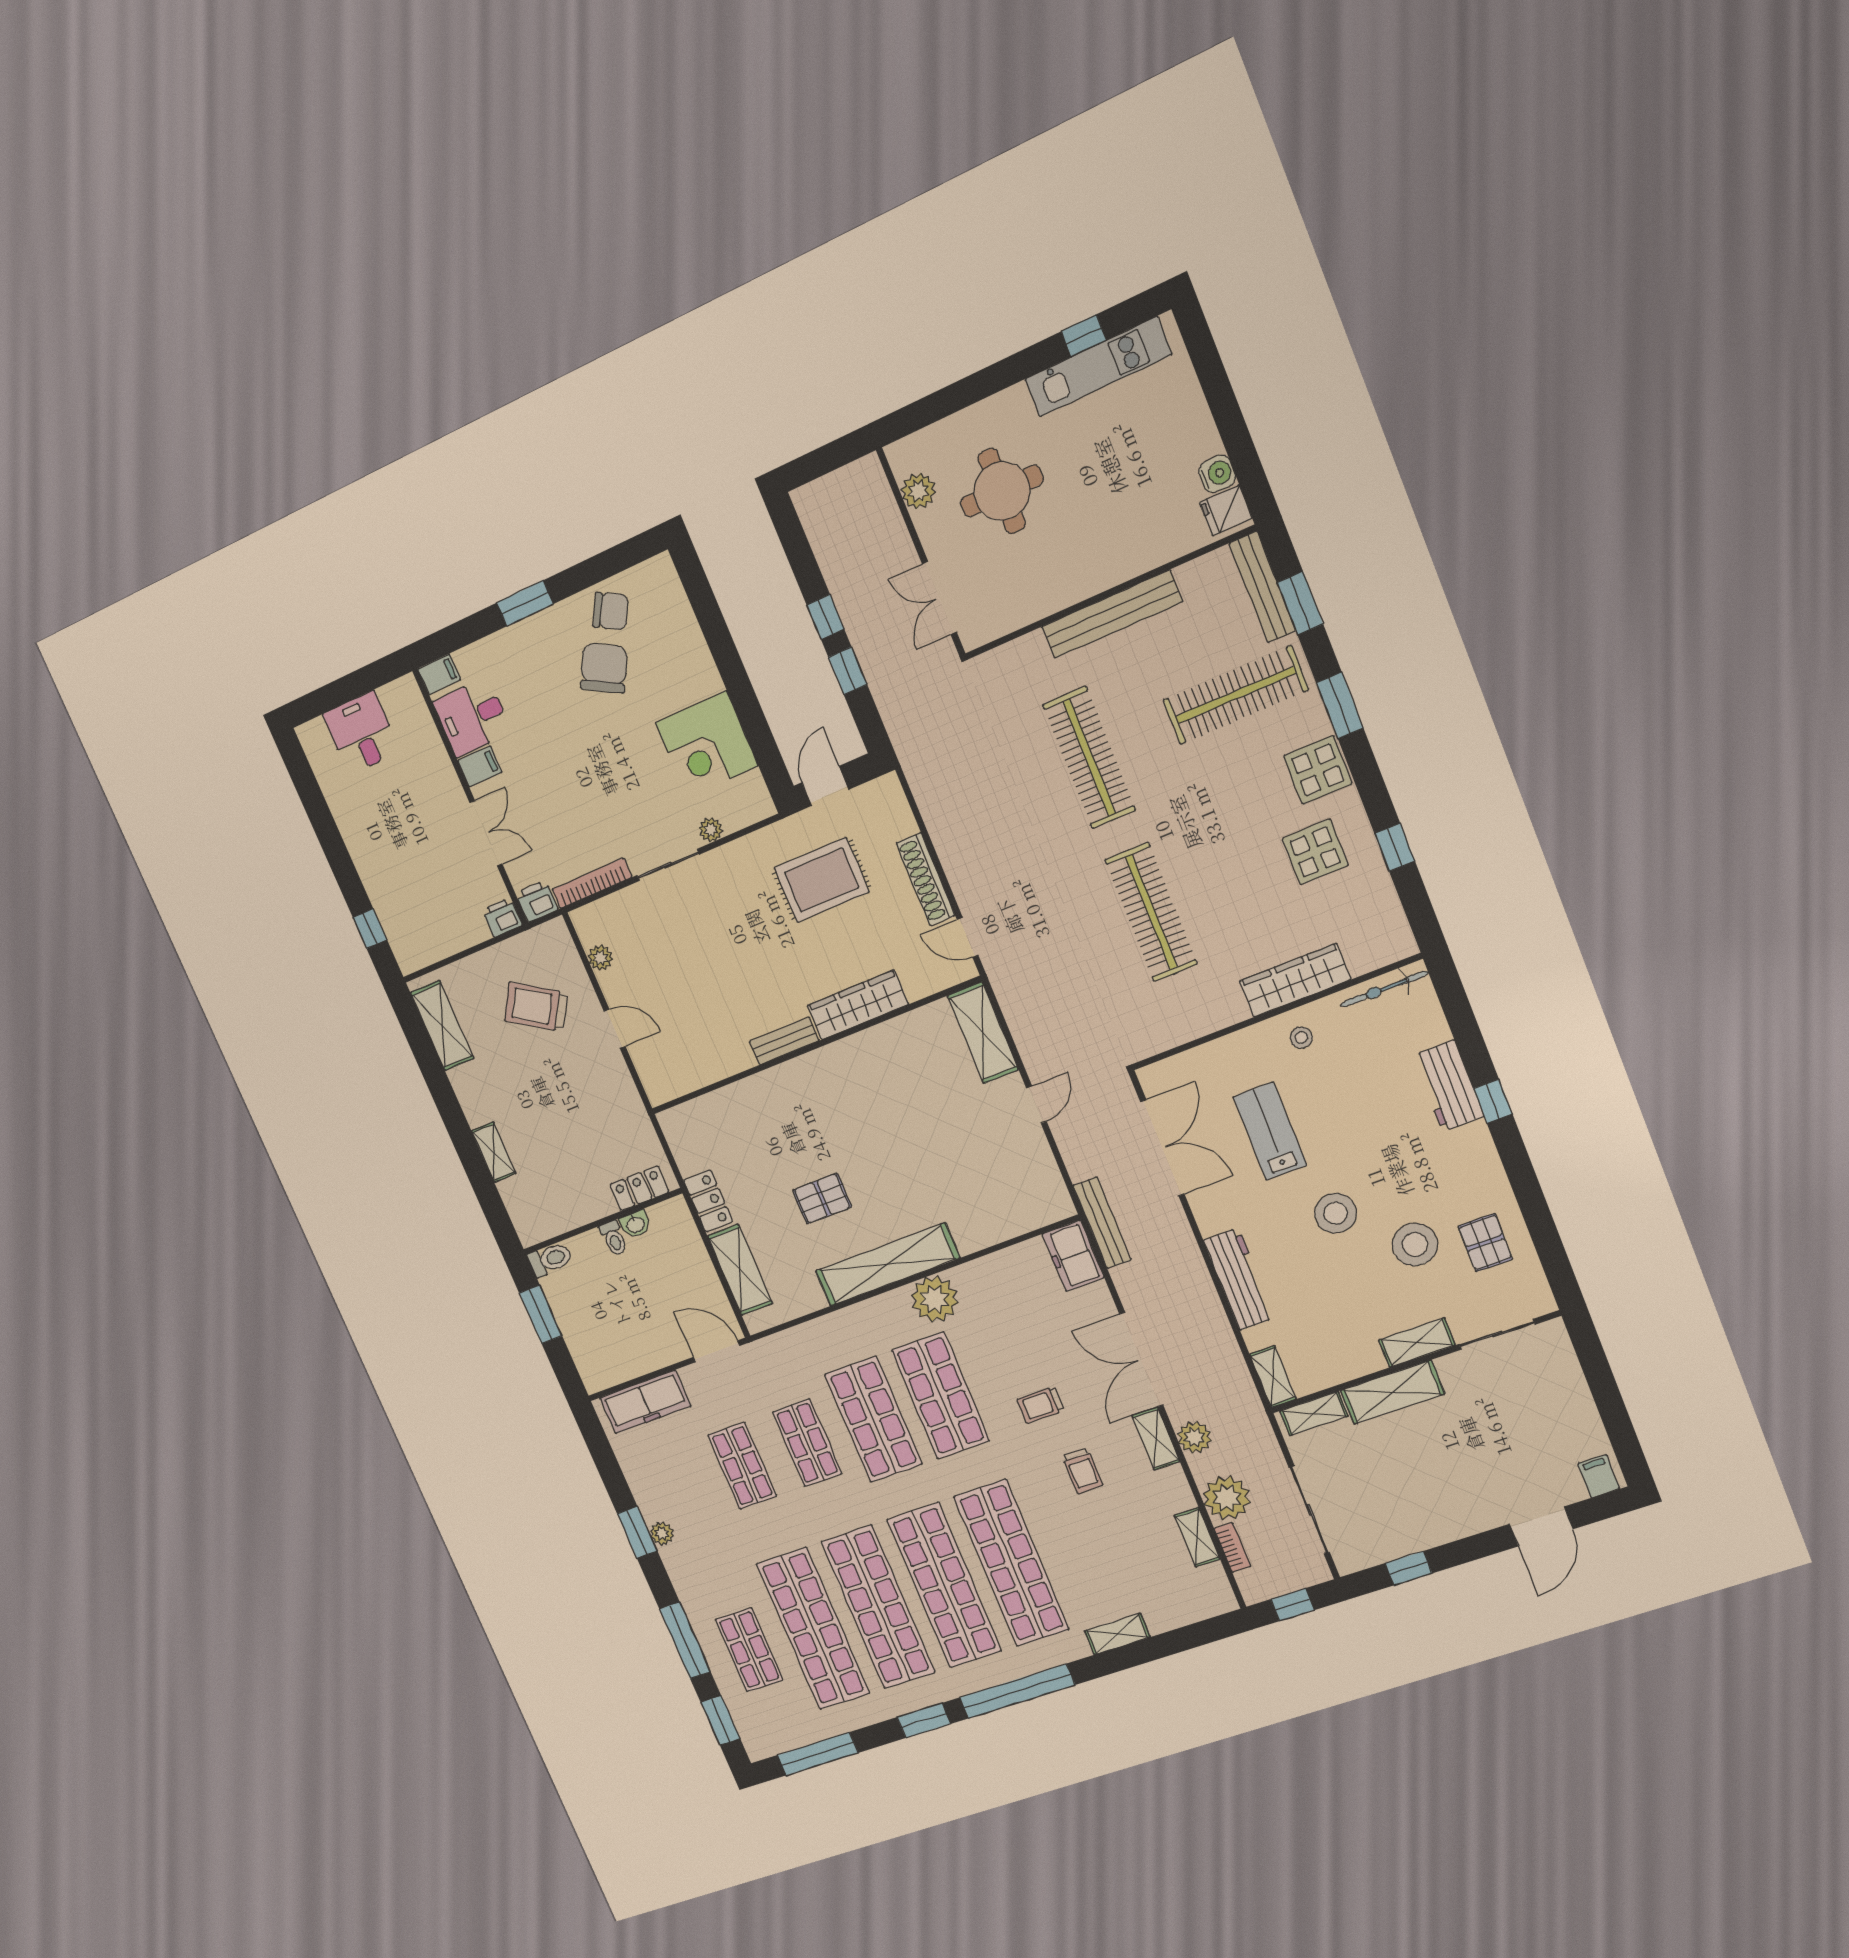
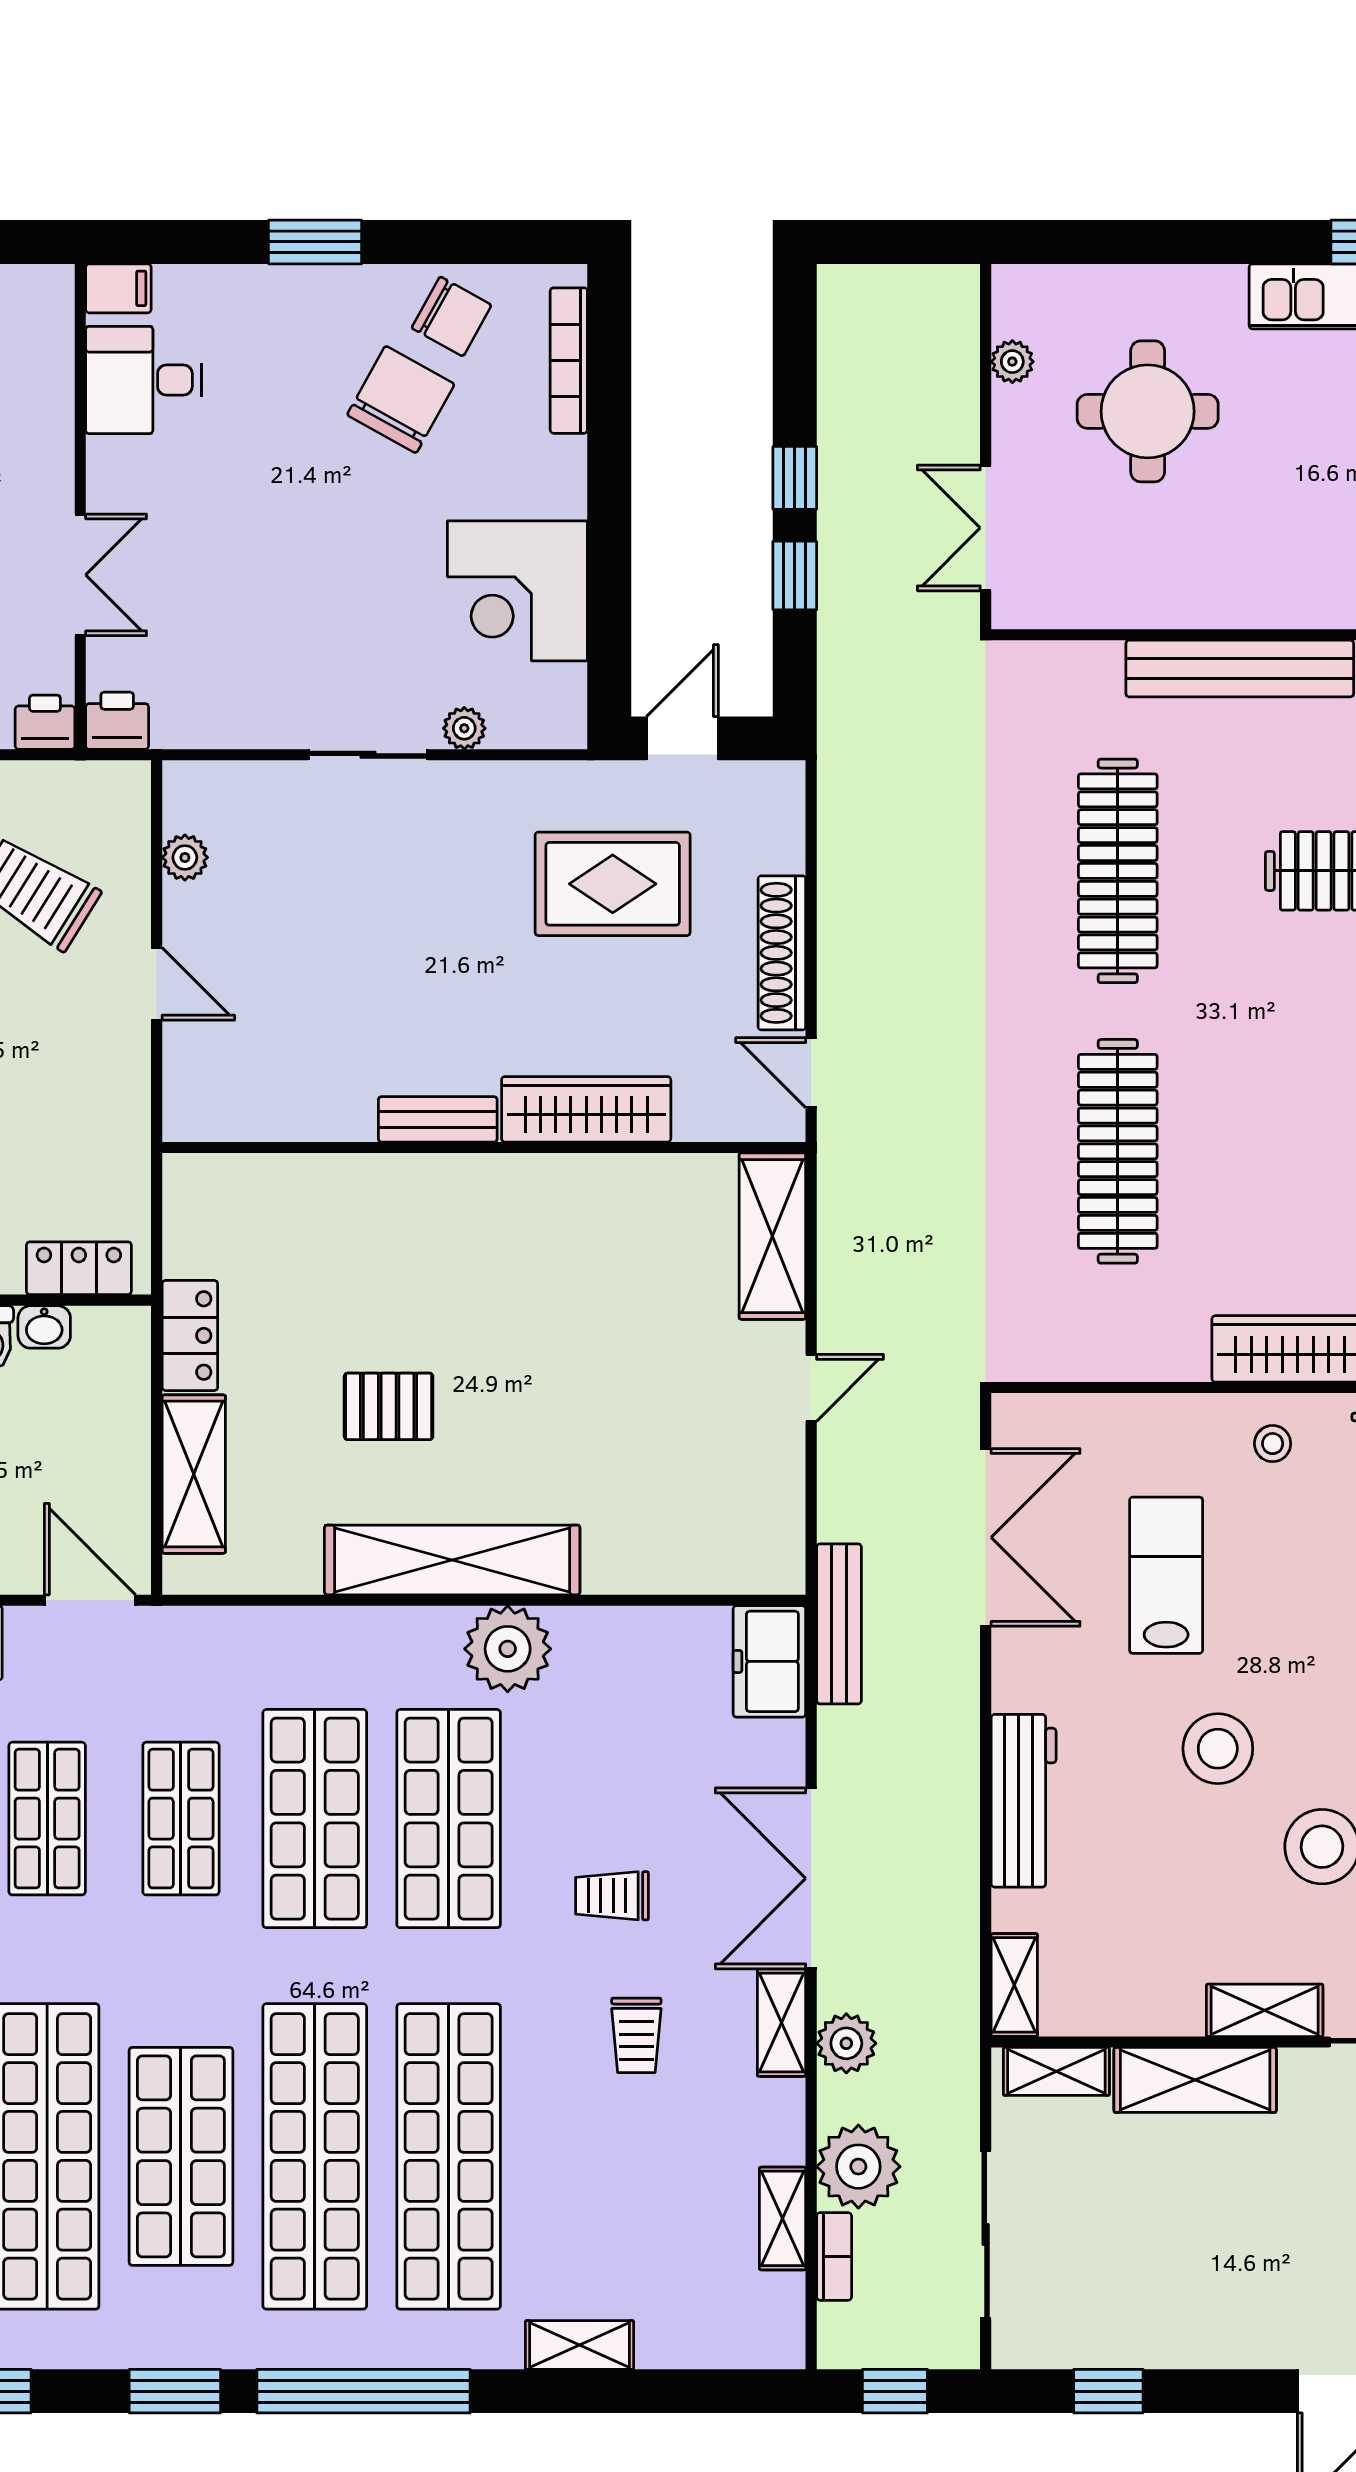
plant: (918, 491) -> (1012, 362), width x0.73, depth x0.73
filing cabinet: (480, 766) -> (119, 463), removed
bookcase: (592, 883) -> (569, 361), moved, turned -90
shop shelf: (878, 1607) -> (181, 2156), width x0.71

